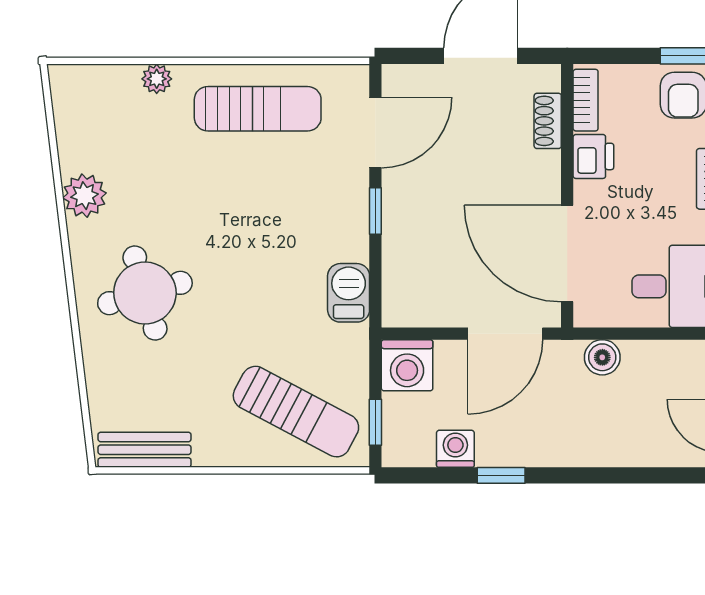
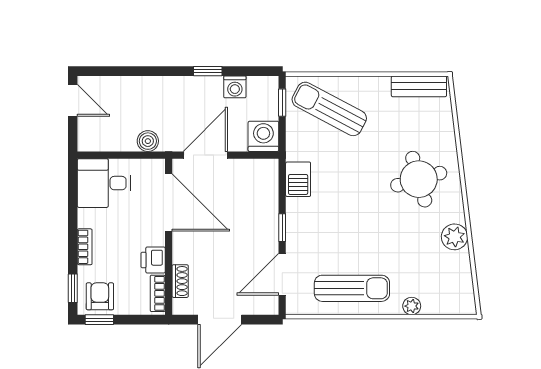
sun lounger: (258, 109) -> (352, 288), turned 180

